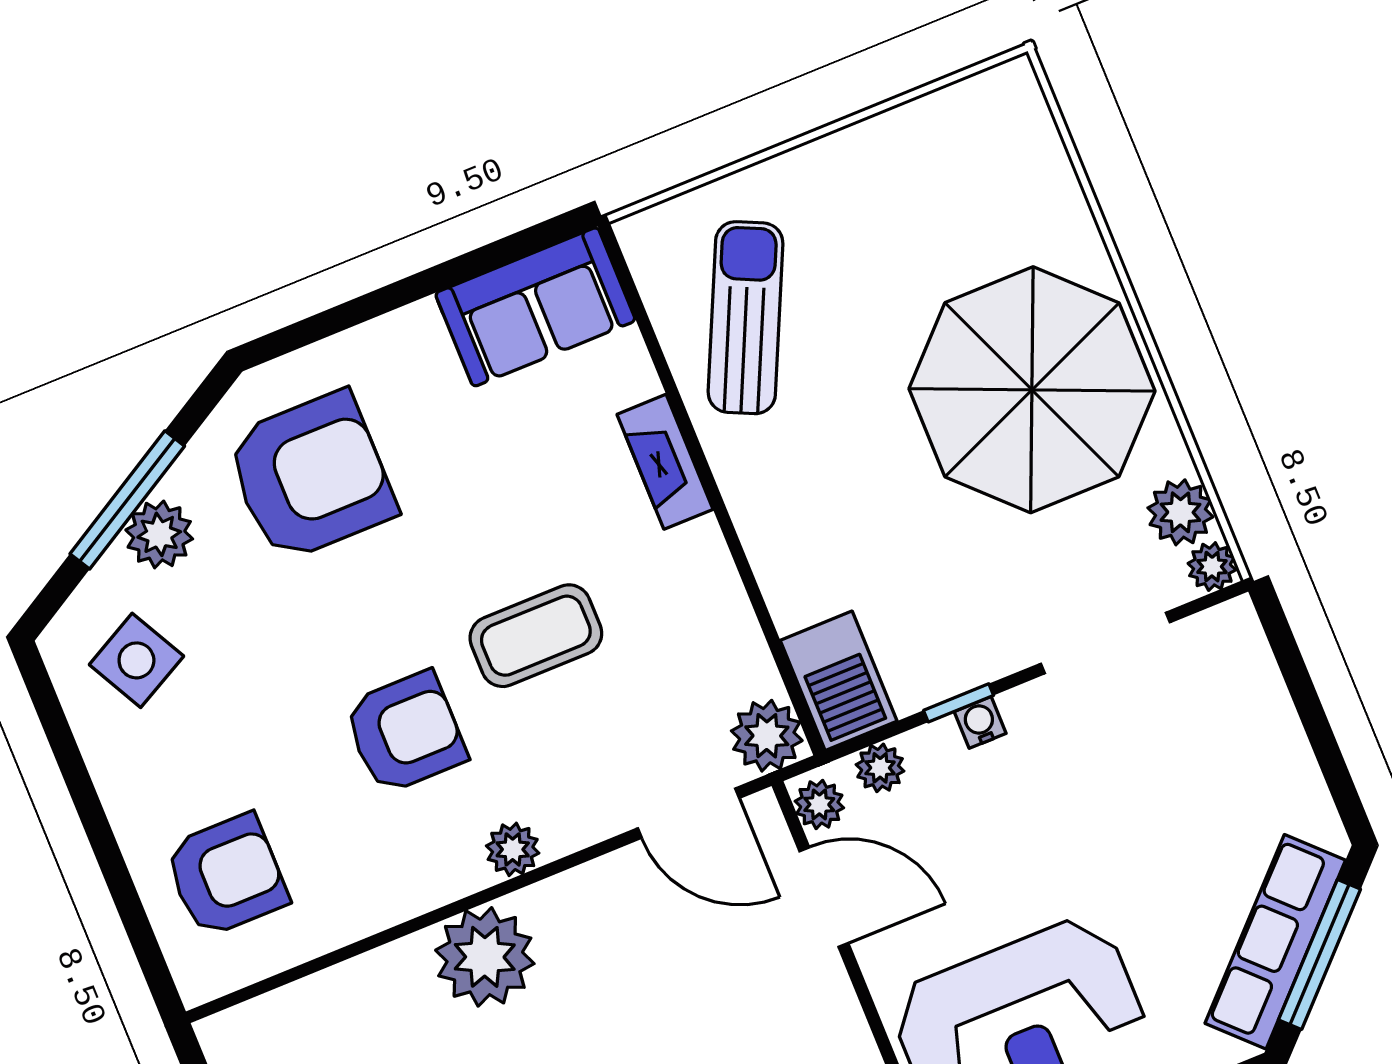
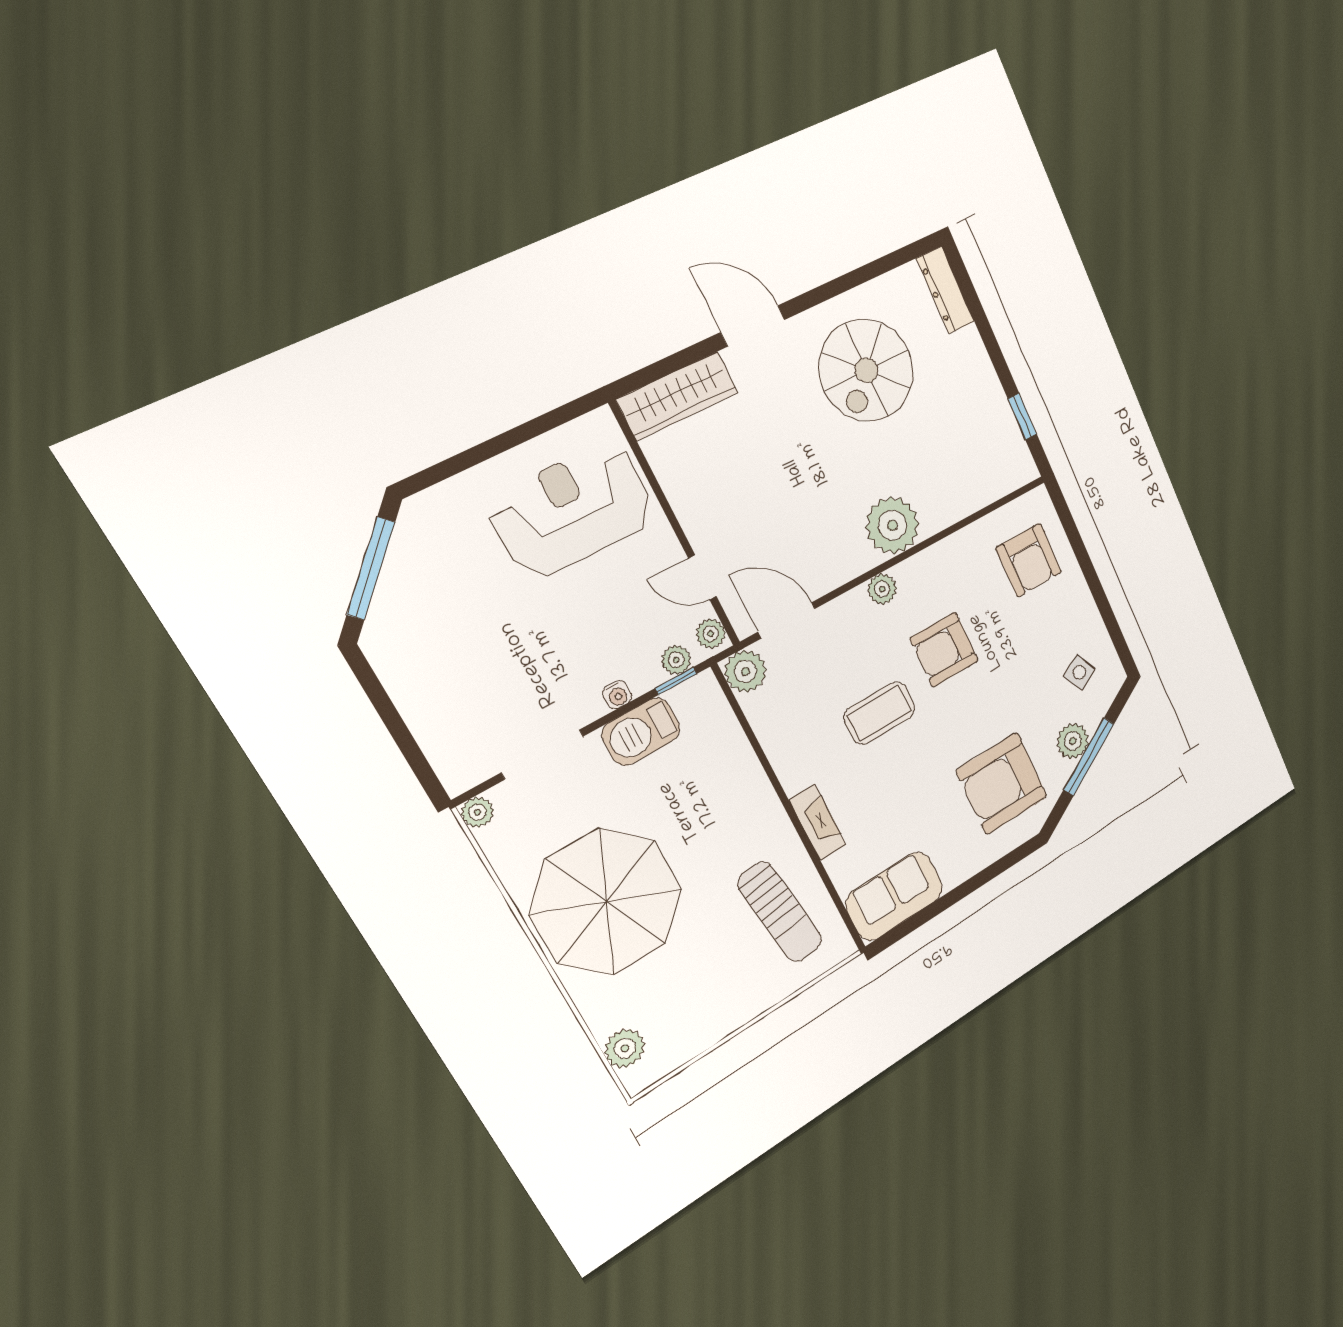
sun lounger: (746, 318) -> (780, 912), turned -32
plant: (1180, 512) -> (625, 1048), moved
side table: (136, 660) -> (1079, 672), width x0.73, depth x0.73
barbecue: (839, 681) -> (641, 732), moved, turned -90
window: (959, 703) -> (676, 681), moved
armchair: (226, 875) -> (1029, 560), turned -90
door: (824, 897) -> (702, 577), width x0.73
row of seats: (1275, 942) -> (404, 574), removed

